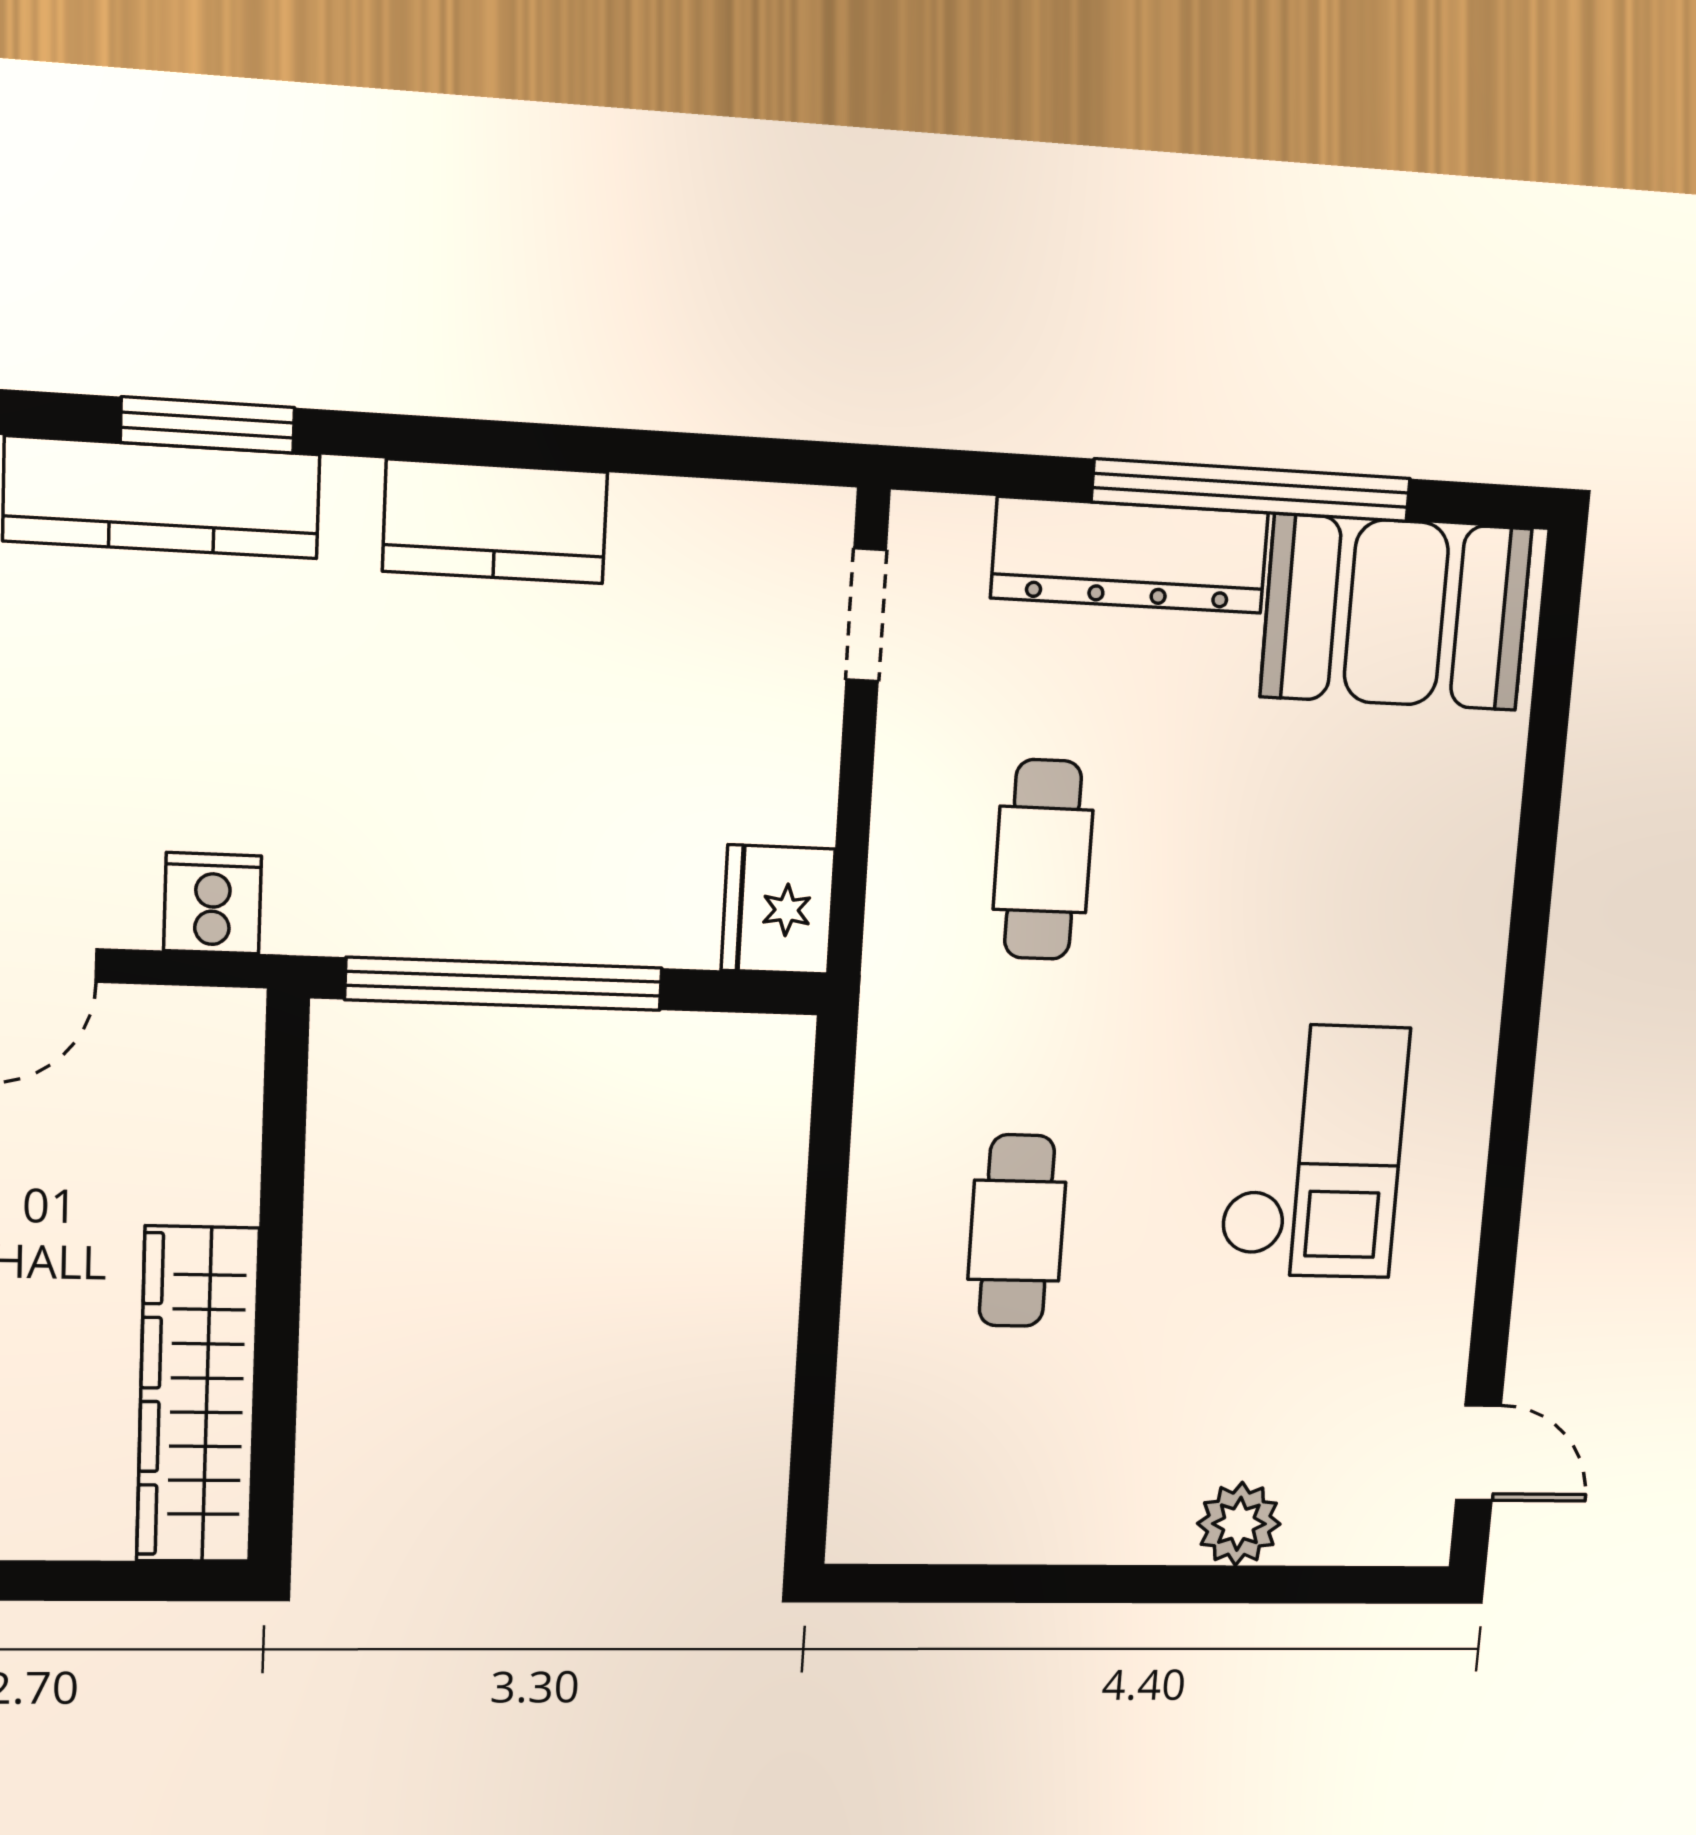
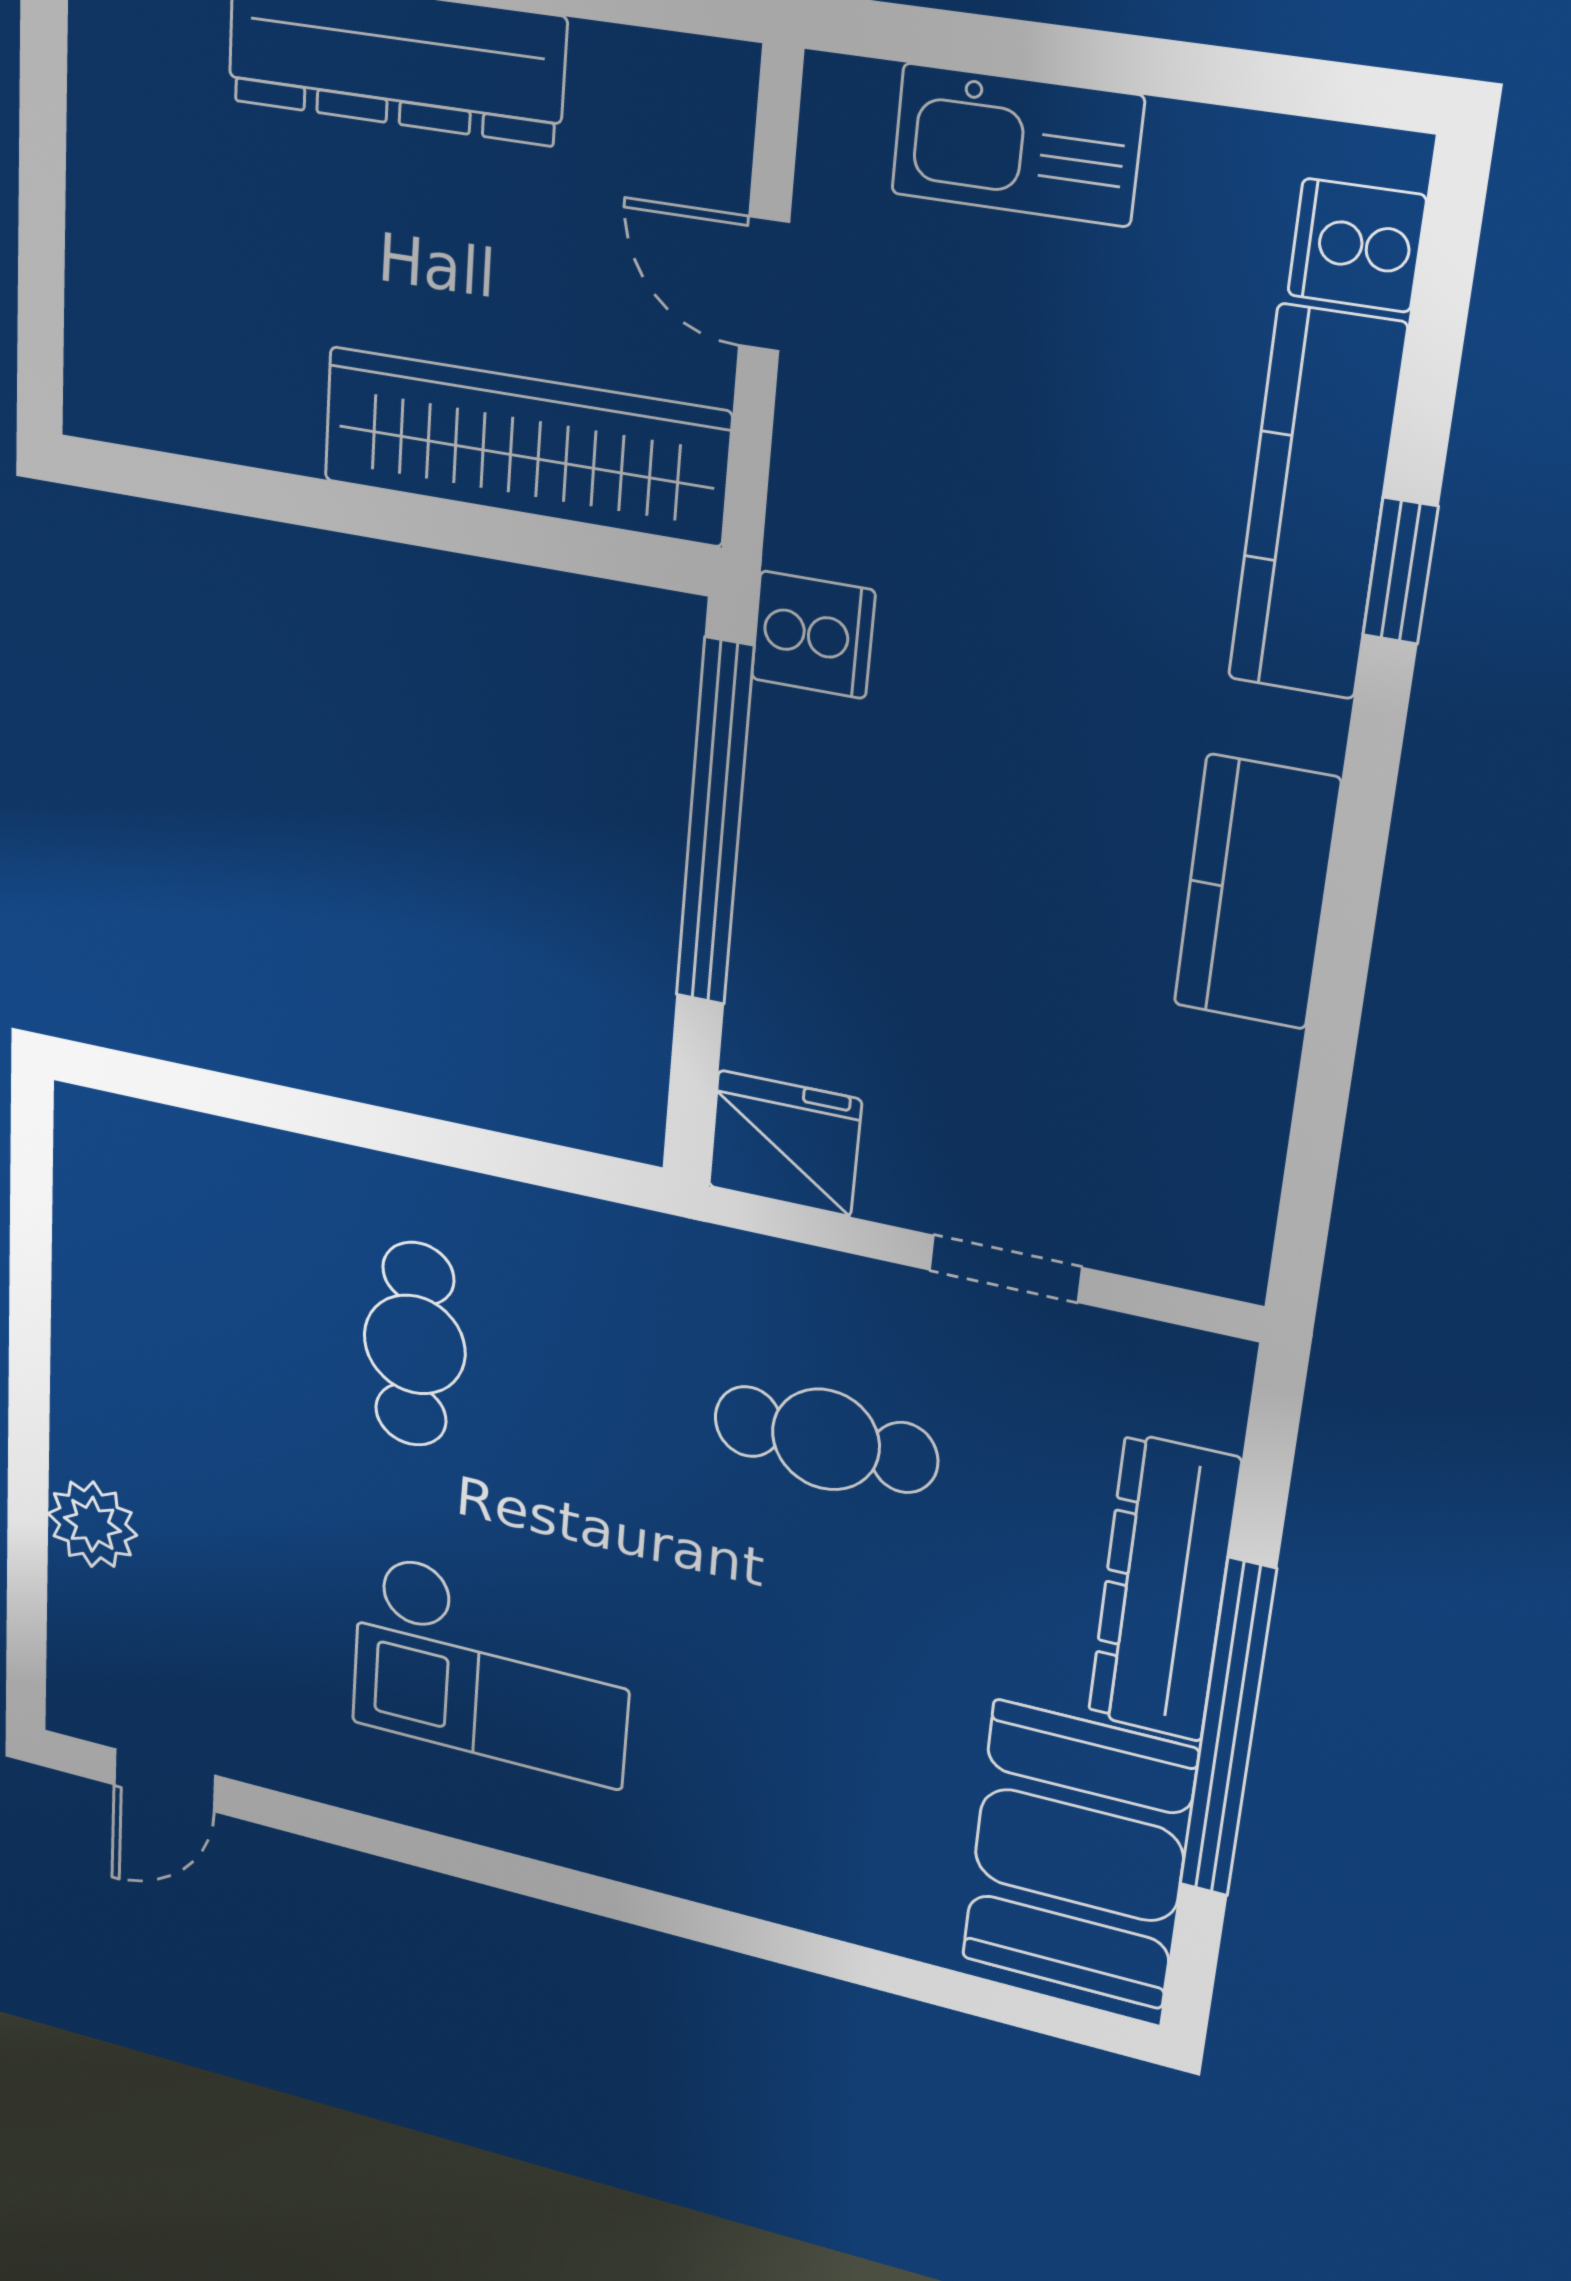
window: (208, 425) -> (1400, 571), width x0.67
doorway: (866, 615) -> (1006, 1269), moved
cooker: (213, 903) -> (813, 635), moved
cafe table: (1017, 1231) -> (415, 1345), turned 90
wardrobe: (198, 1395) -> (525, 446), moved

